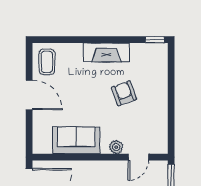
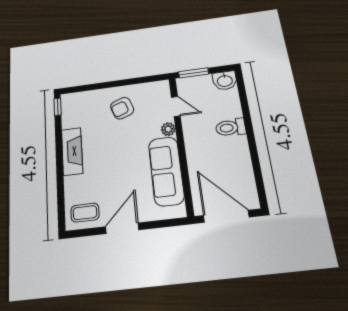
armchair: (124, 93) -> (122, 108), moved
sofa: (76, 140) -> (166, 171), width x1.36

